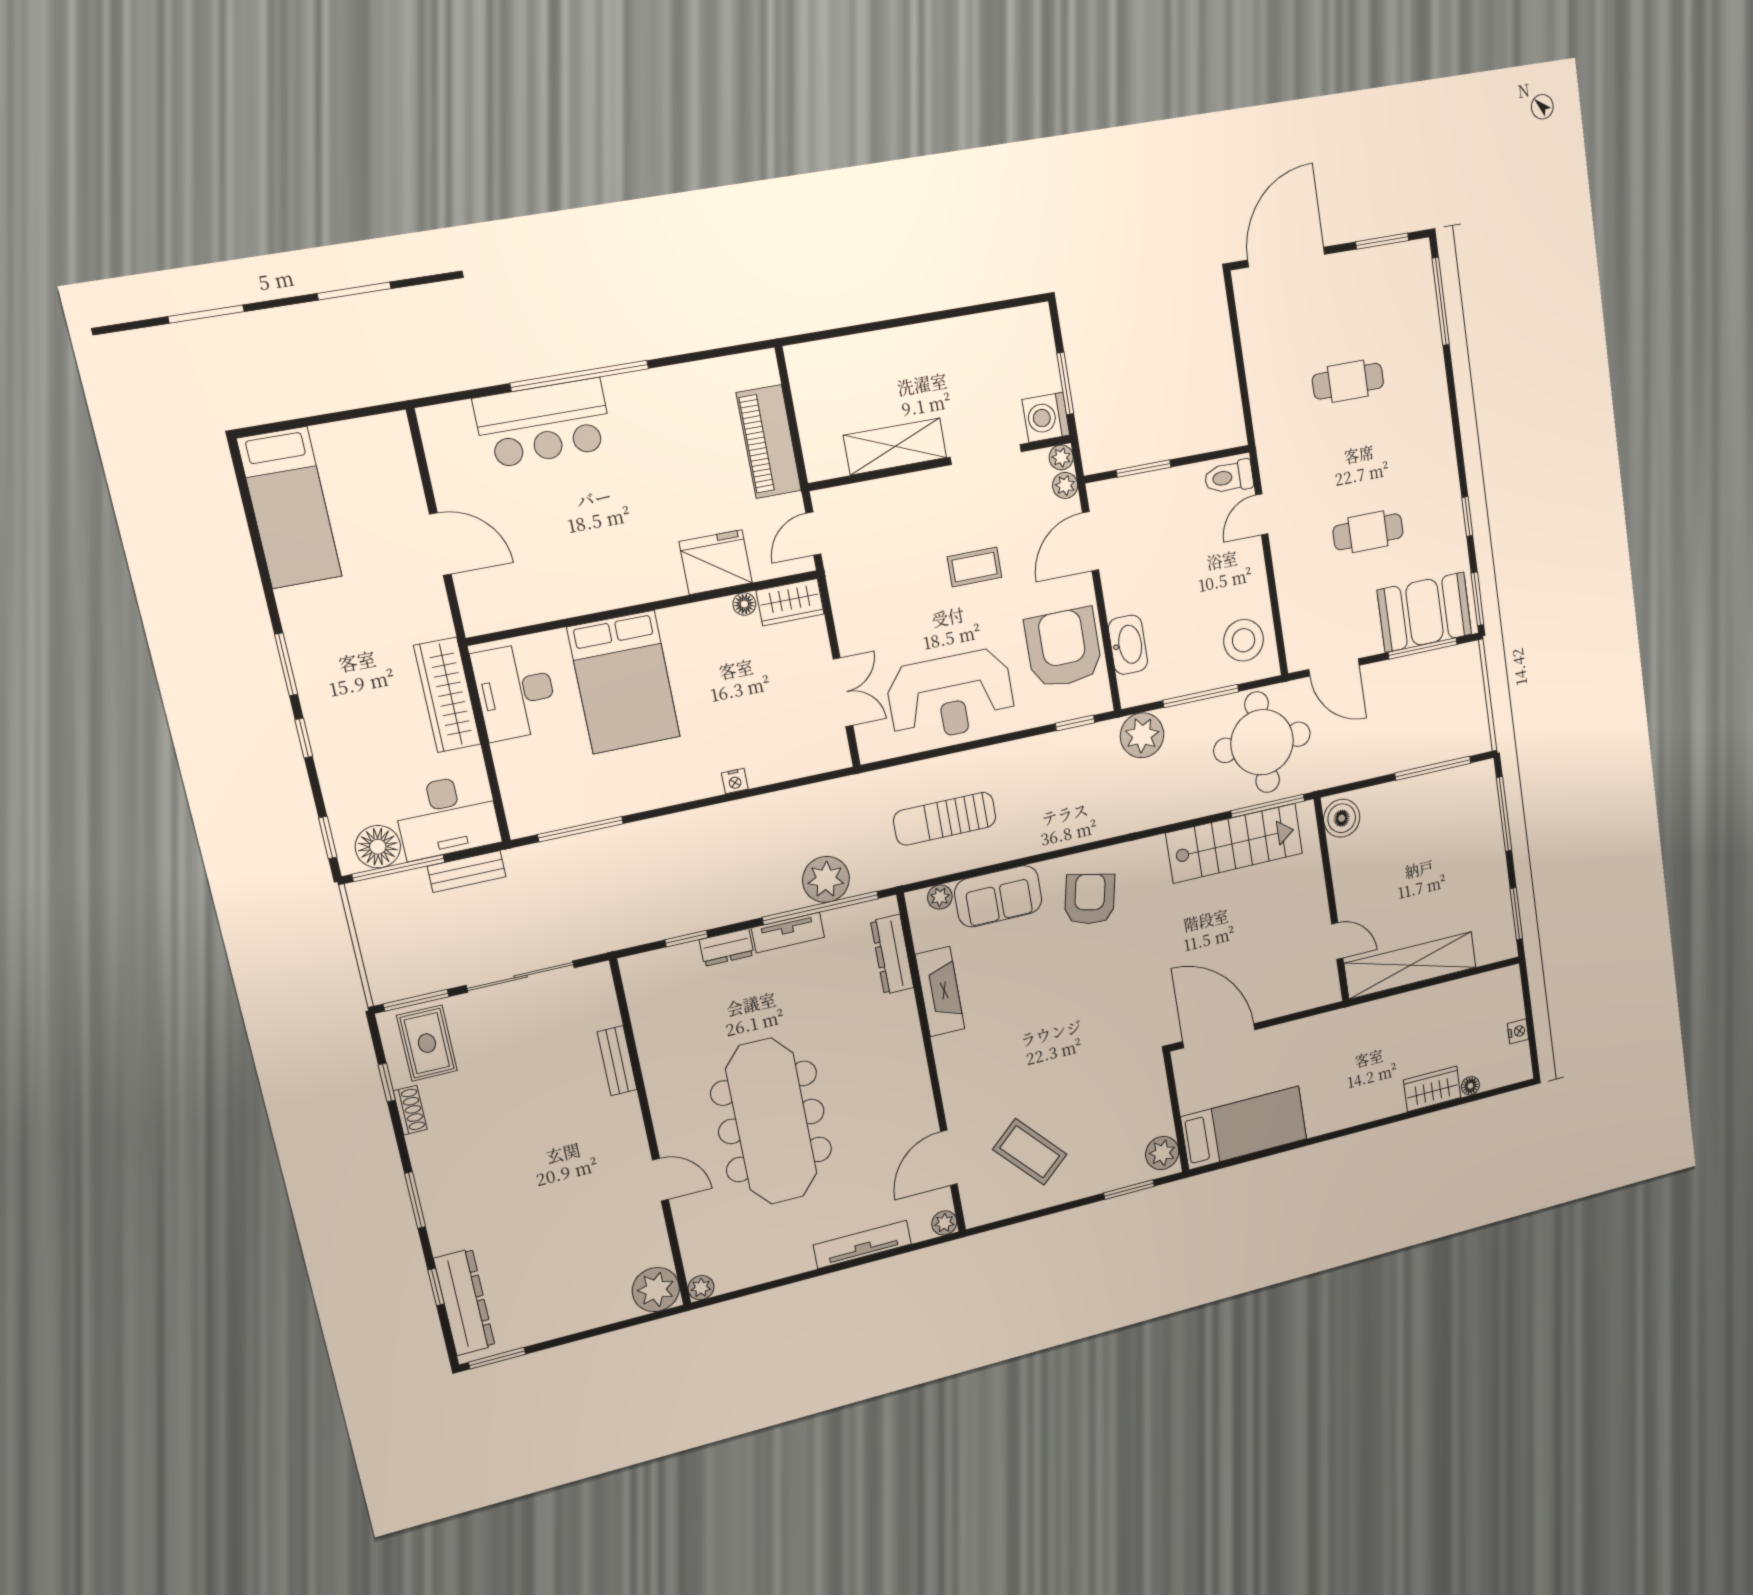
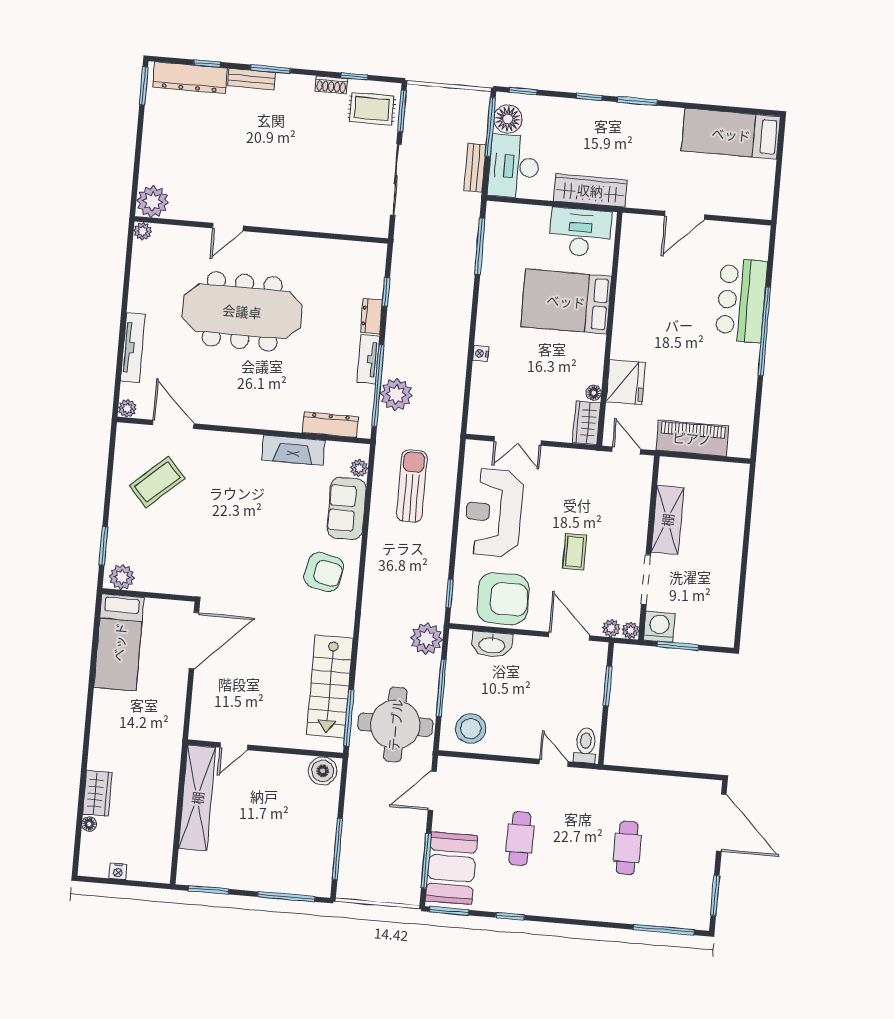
bench: (617, 1061) -> (252, 79), moved

